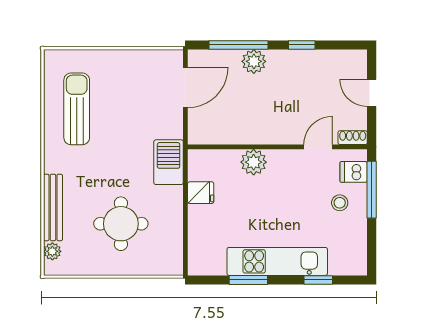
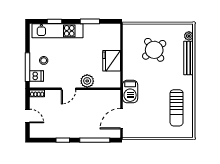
plant: (254, 61) -> (87, 132), removed
door: (318, 147) -> (69, 89), moved
barbecue: (169, 162) -> (130, 92), moved
fridge: (201, 193) -> (112, 61), width x1.88, depth x1.34
round table: (121, 224) -> (154, 50), turned -37
kitchen unit: (277, 261) -> (58, 31), moved

